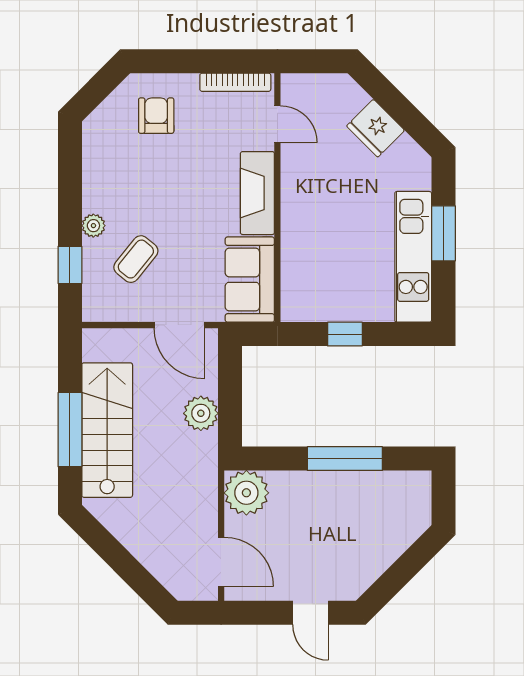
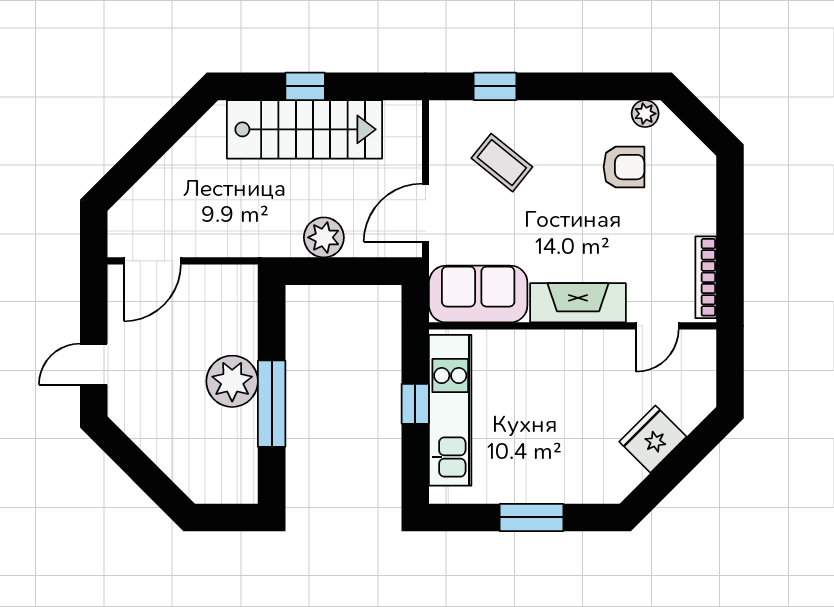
armchair: (156, 116) -> (624, 167), moved
plant: (93, 226) -> (645, 114), moved
kitchen unit: (413, 257) -> (450, 410), moved, turned 90
window: (70, 430) -> (305, 86), width x0.46
plant: (246, 493) -> (232, 381), moved

